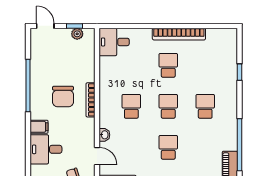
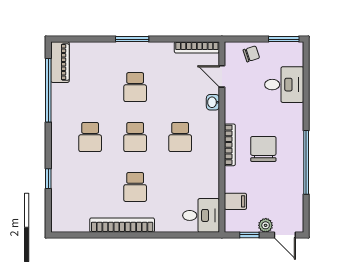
plant: (77, 34) -> (266, 225), moved
filing cabinet: (39, 127) -> (235, 201), moved, turned 180

